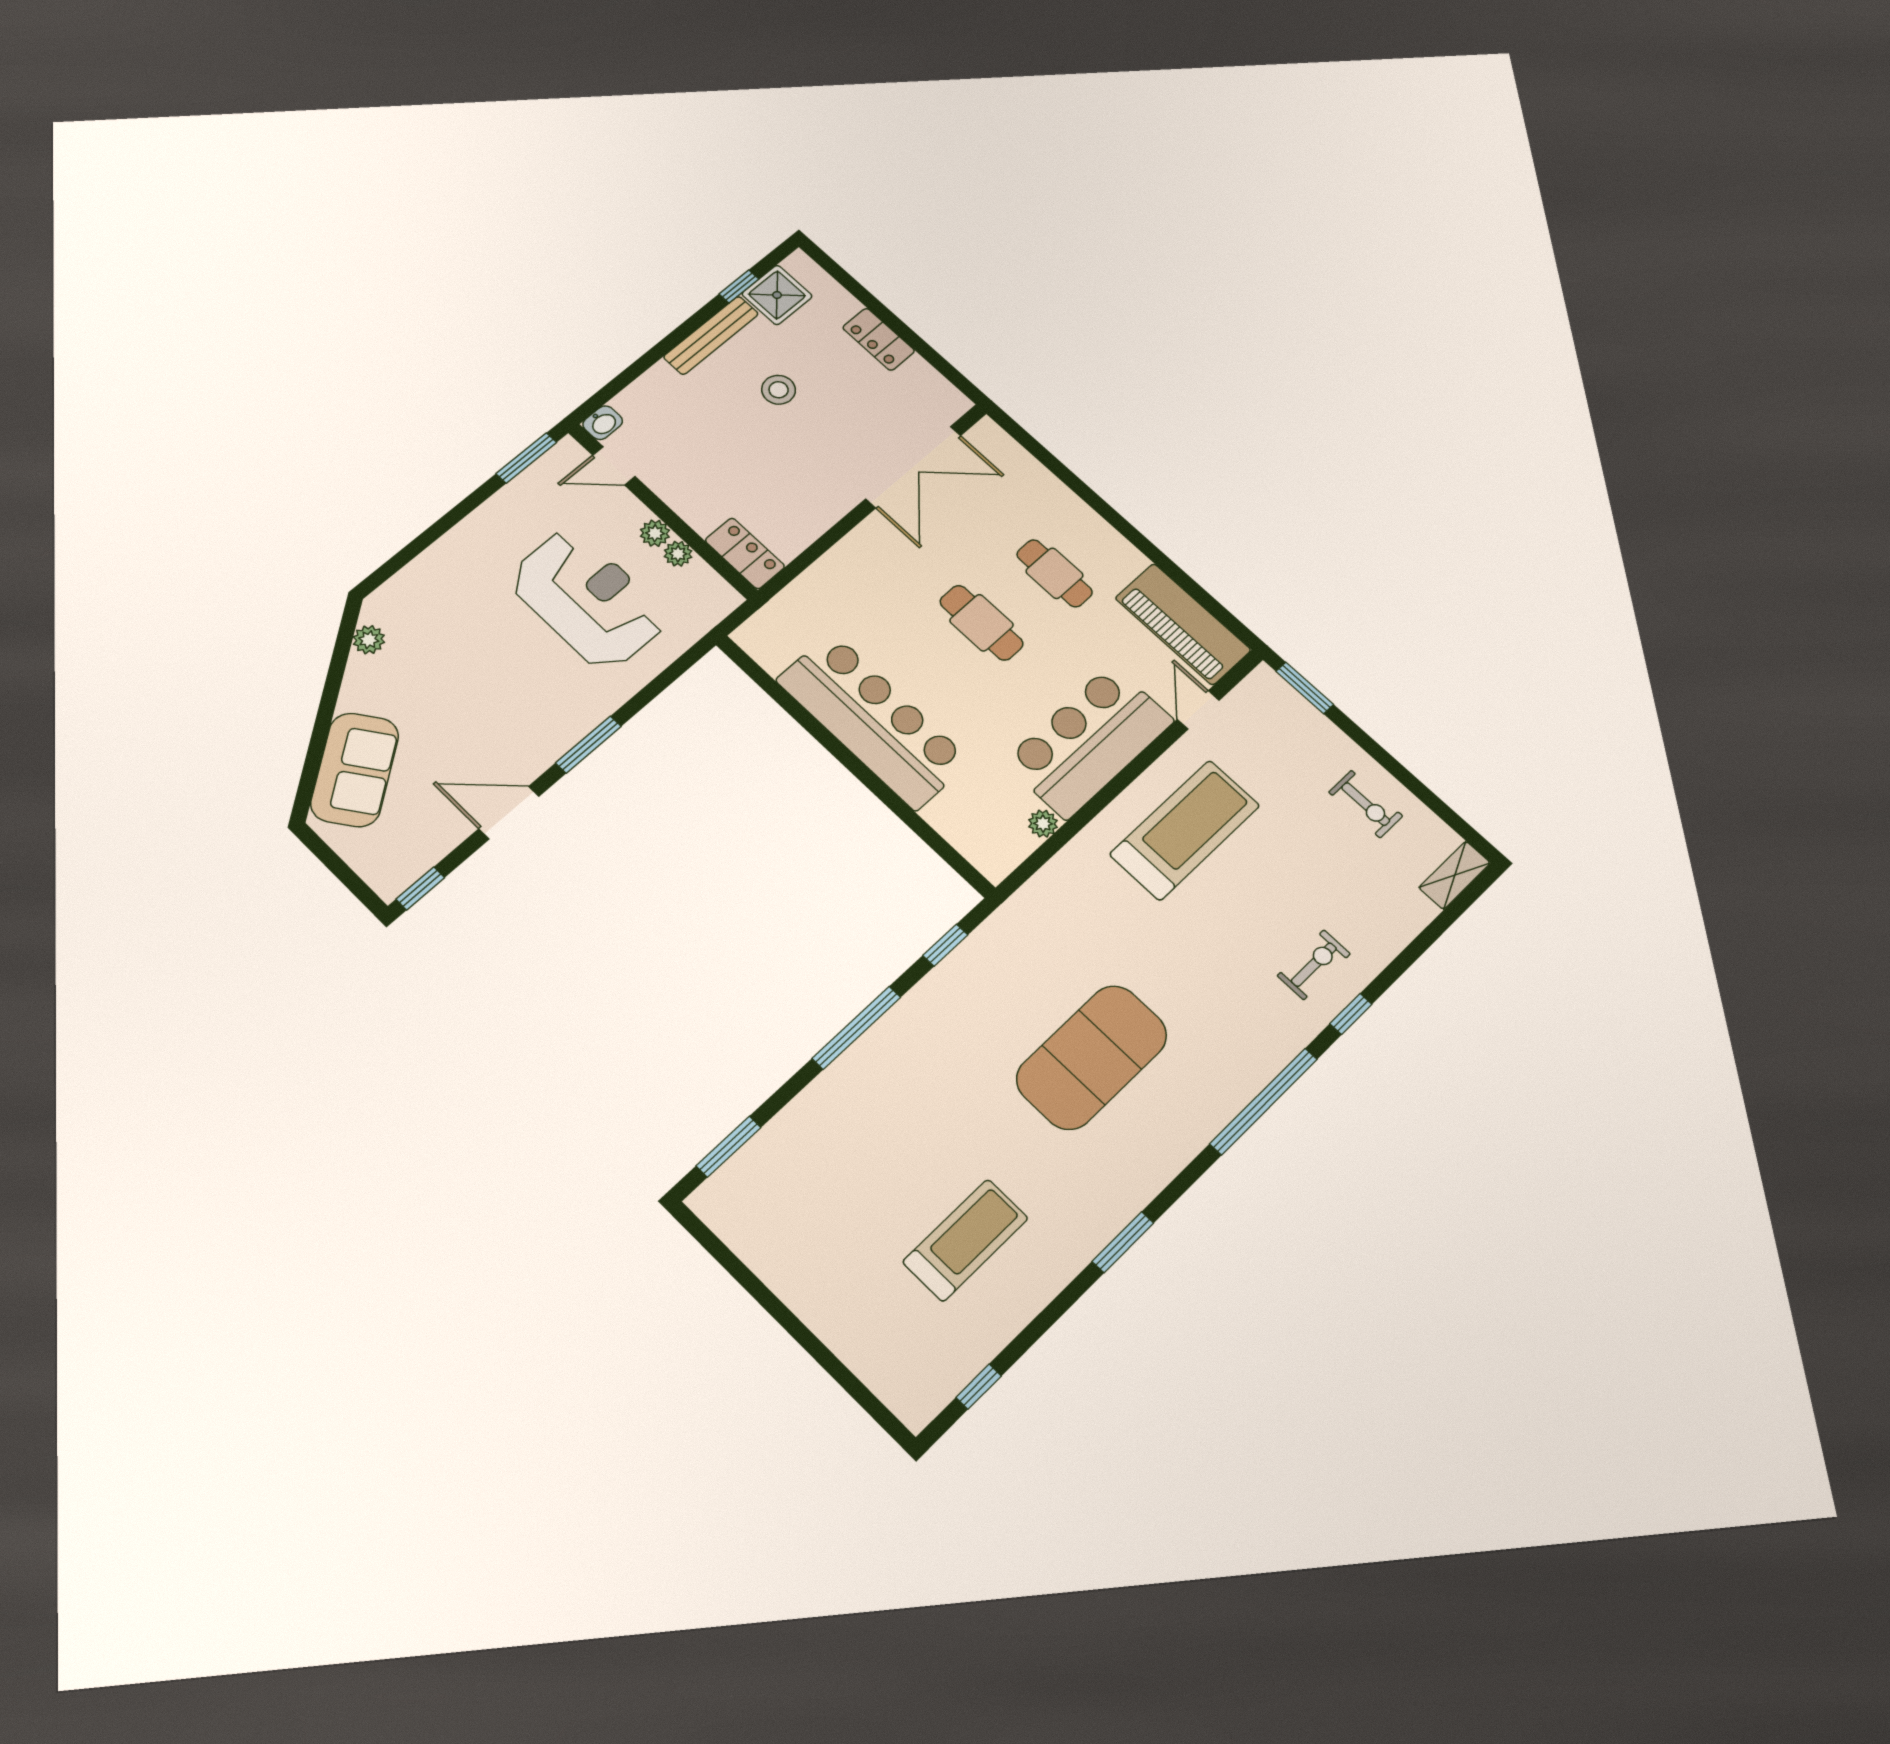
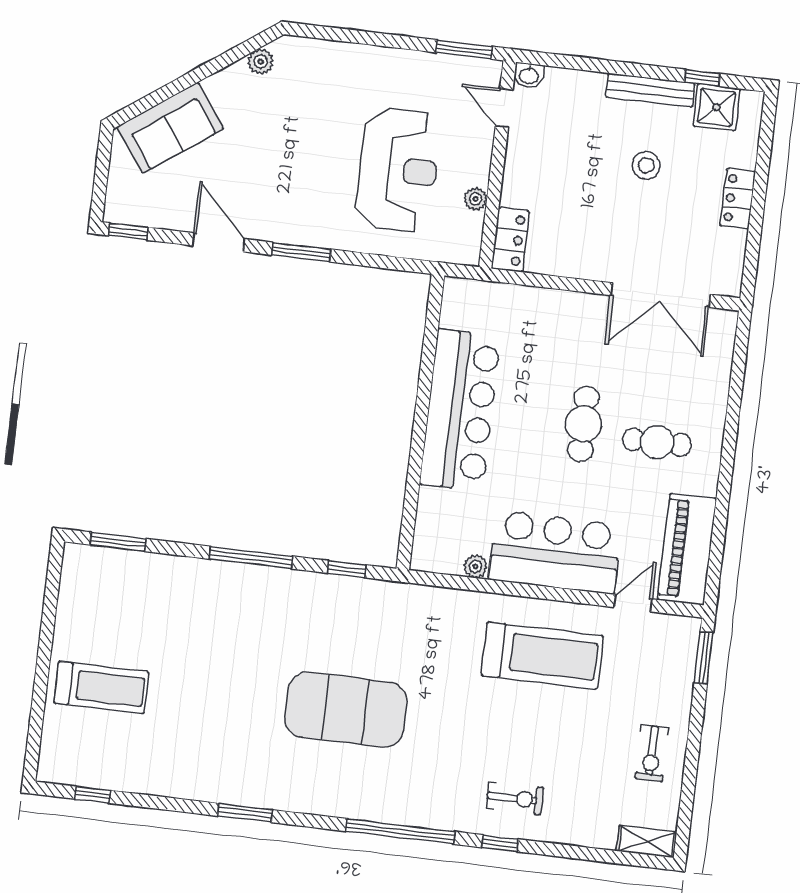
plant: (655, 533) -> (478, 173), removed
cafe table: (1055, 573) -> (657, 442), turned 90
treadmill: (965, 1240) -> (101, 688), moved

